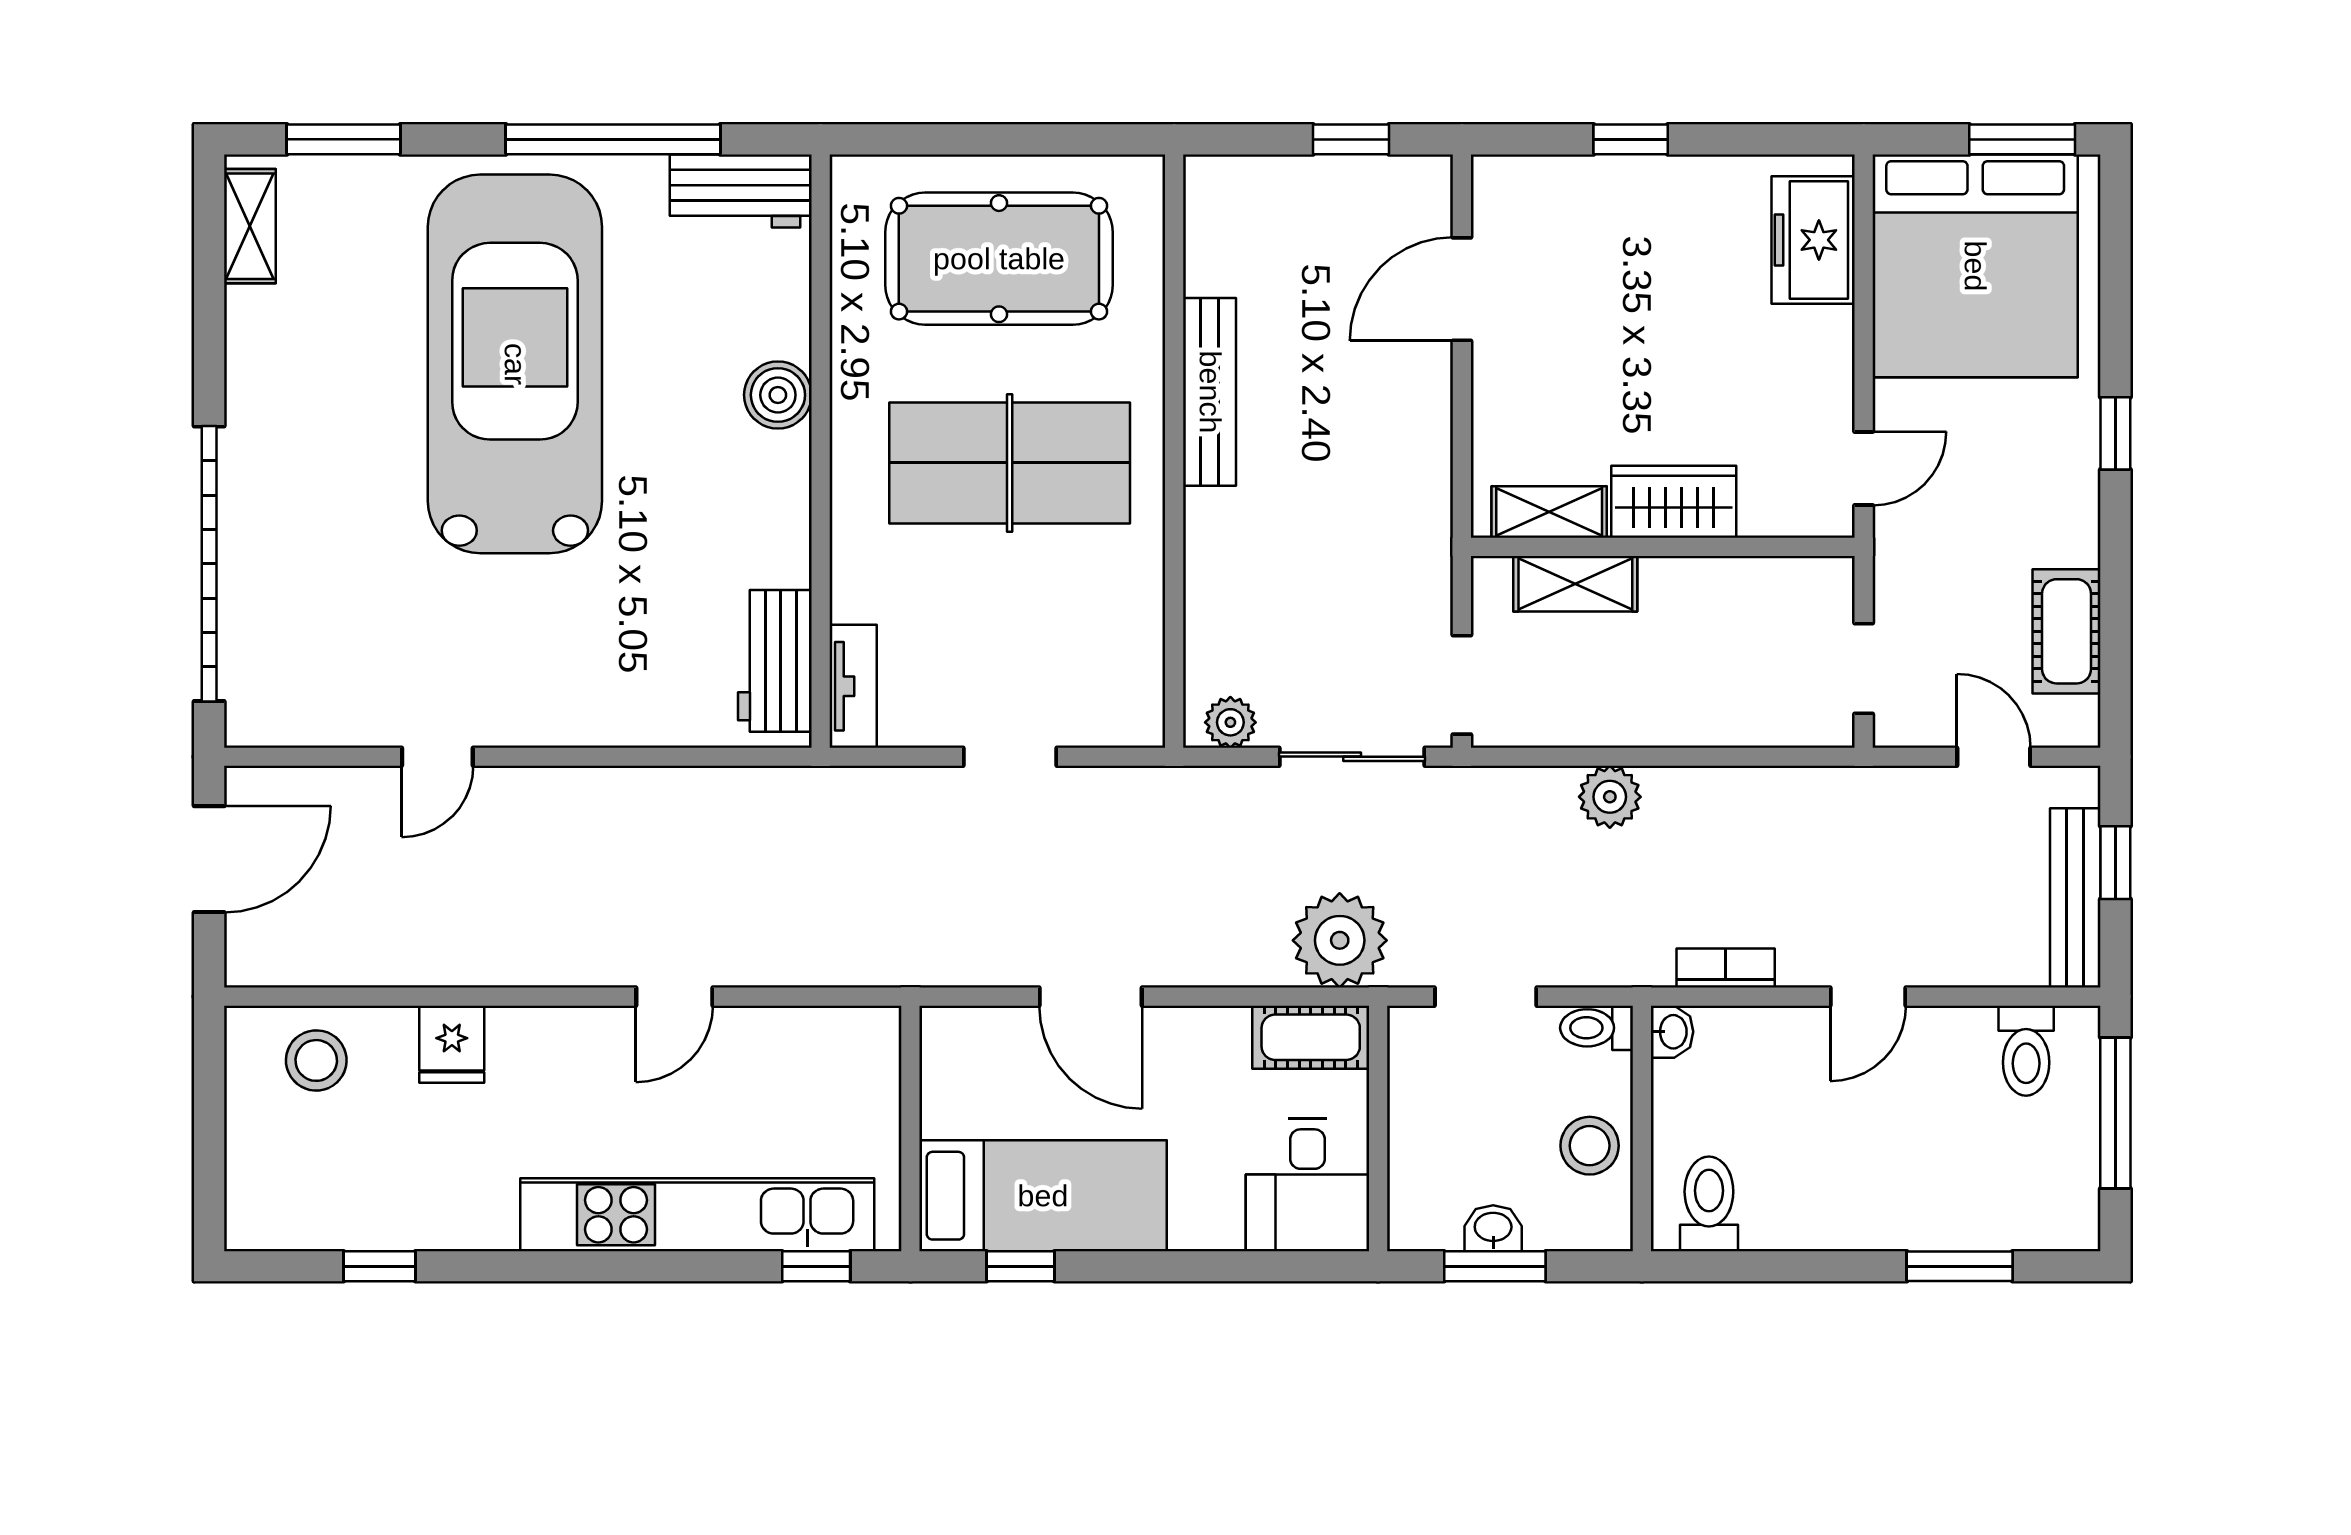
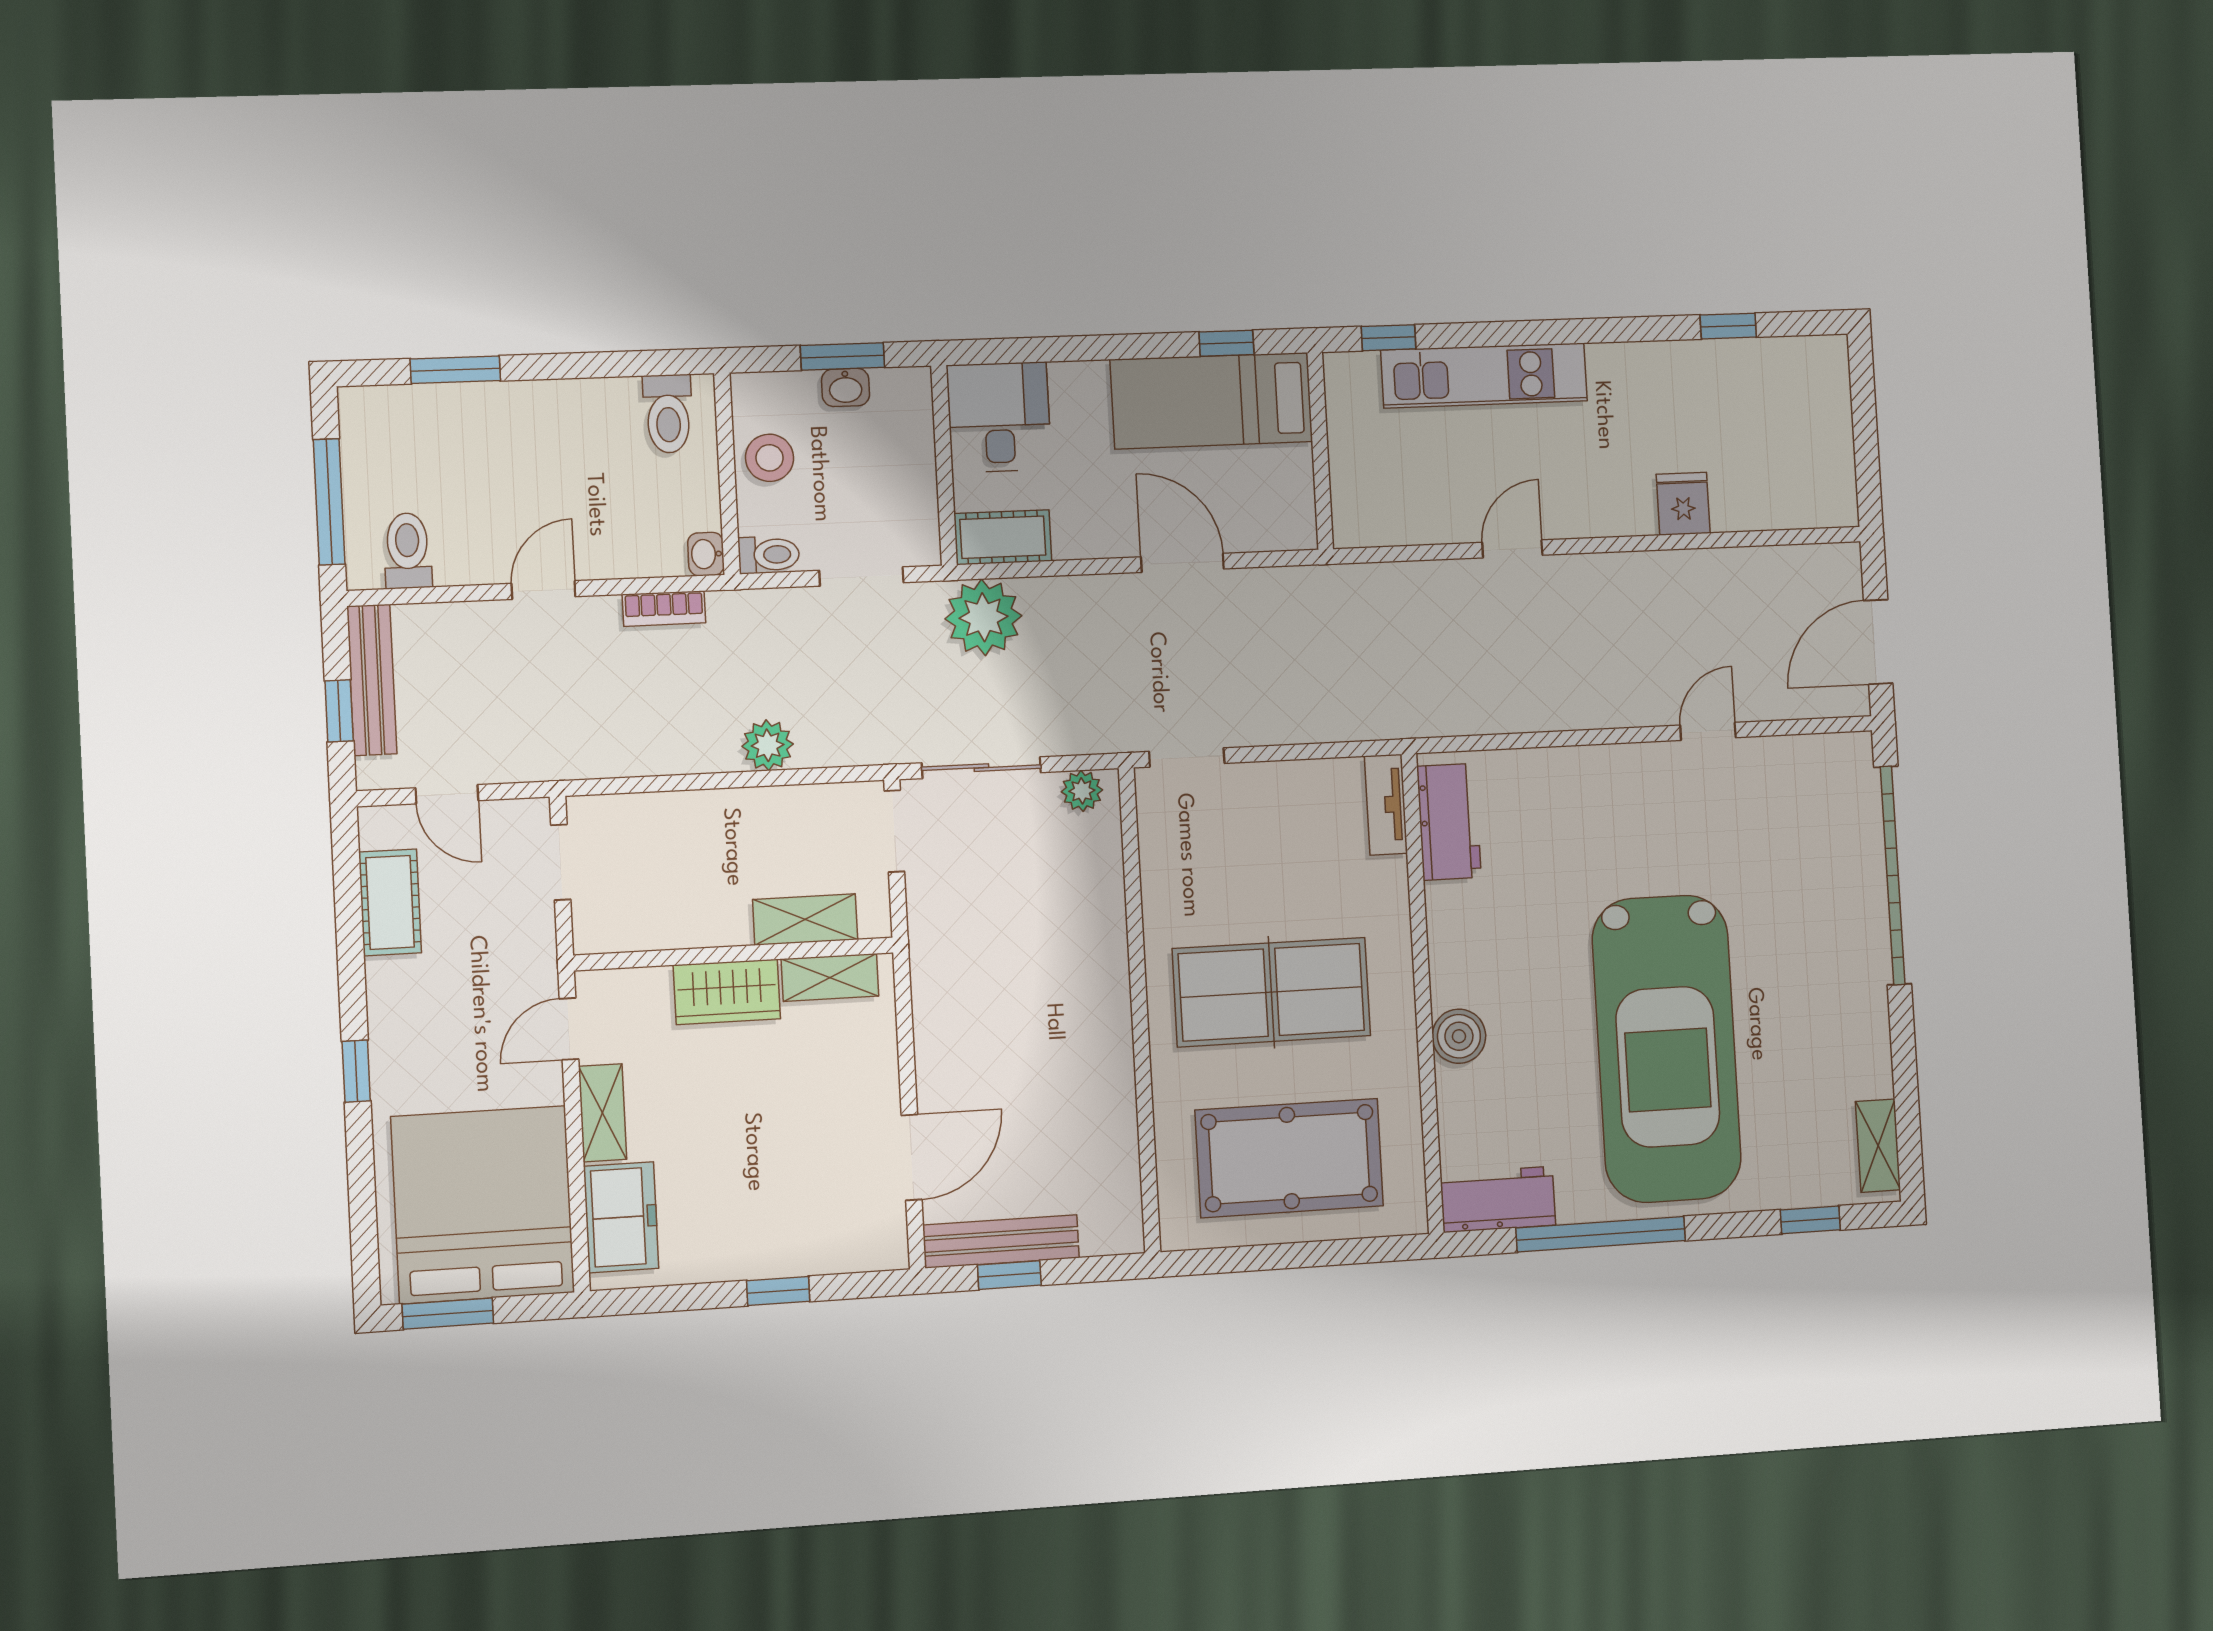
window: (343, 139) -> (1810, 1220), width x0.67
shelving: (1829, 366) -> (603, 1113), added
bench: (1210, 392) -> (1001, 1241), moved, turned 90
doorway: (1010, 757) -> (1187, 757), moved
stool: (316, 1060) -> (1787, 487), removed
kitchen unit: (697, 1215) -> (1484, 376), width x0.73

